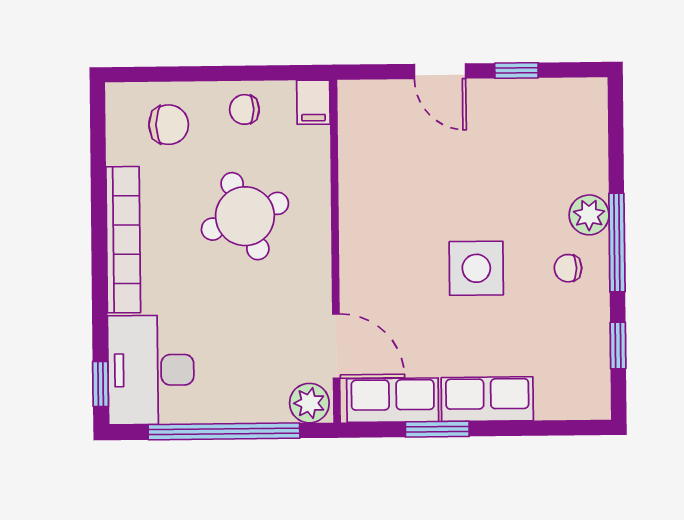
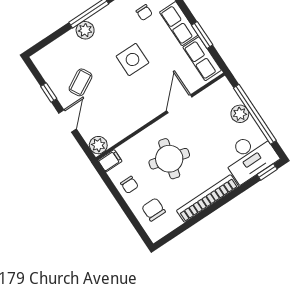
plant: (357, 99) -> (98, 145), added
coffee table: (497, 143) -> (81, 82), added
round table: (245, 216) -> (169, 159), turned 36
chair: (568, 268) -> (144, 13), moved
door: (336, 346) -> (179, 104), moved
plant: (309, 403) -> (240, 114), moved

